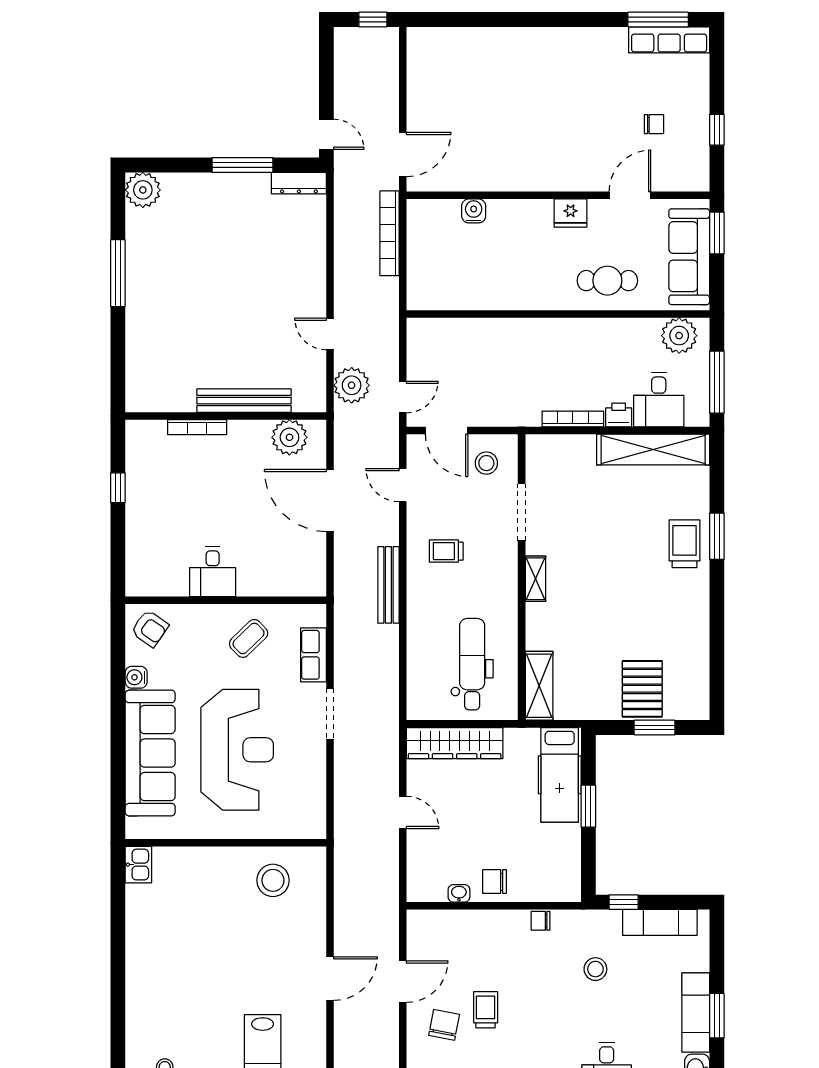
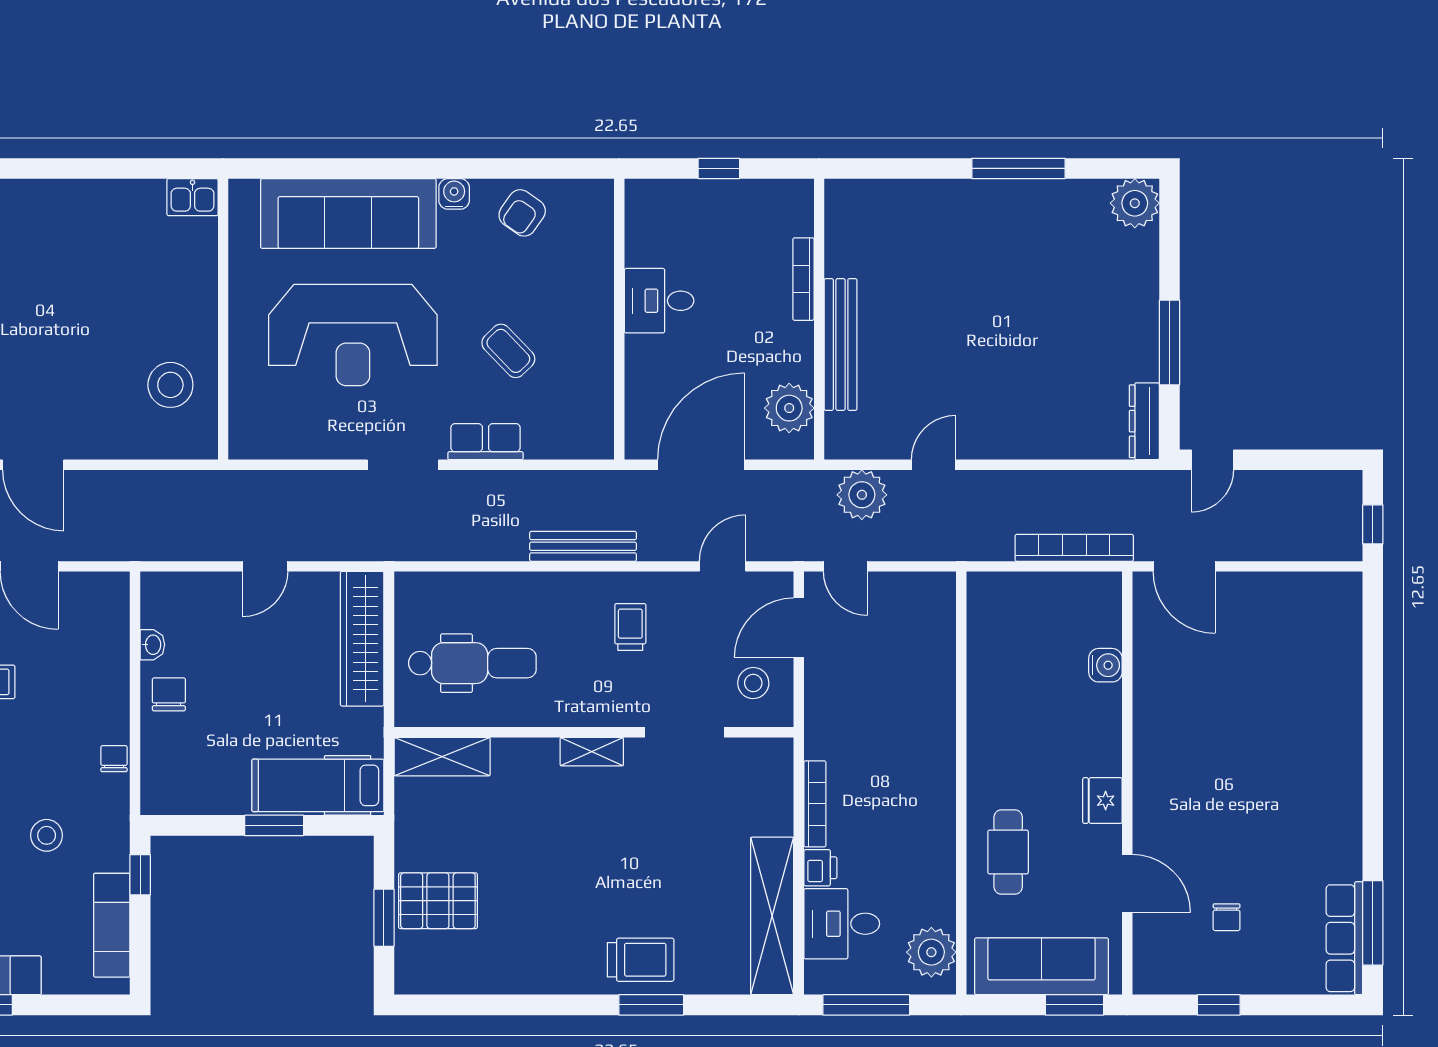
desk: (213, 572) -> (659, 301), moved
wall: (226, 600) -> (619, 319), moved

